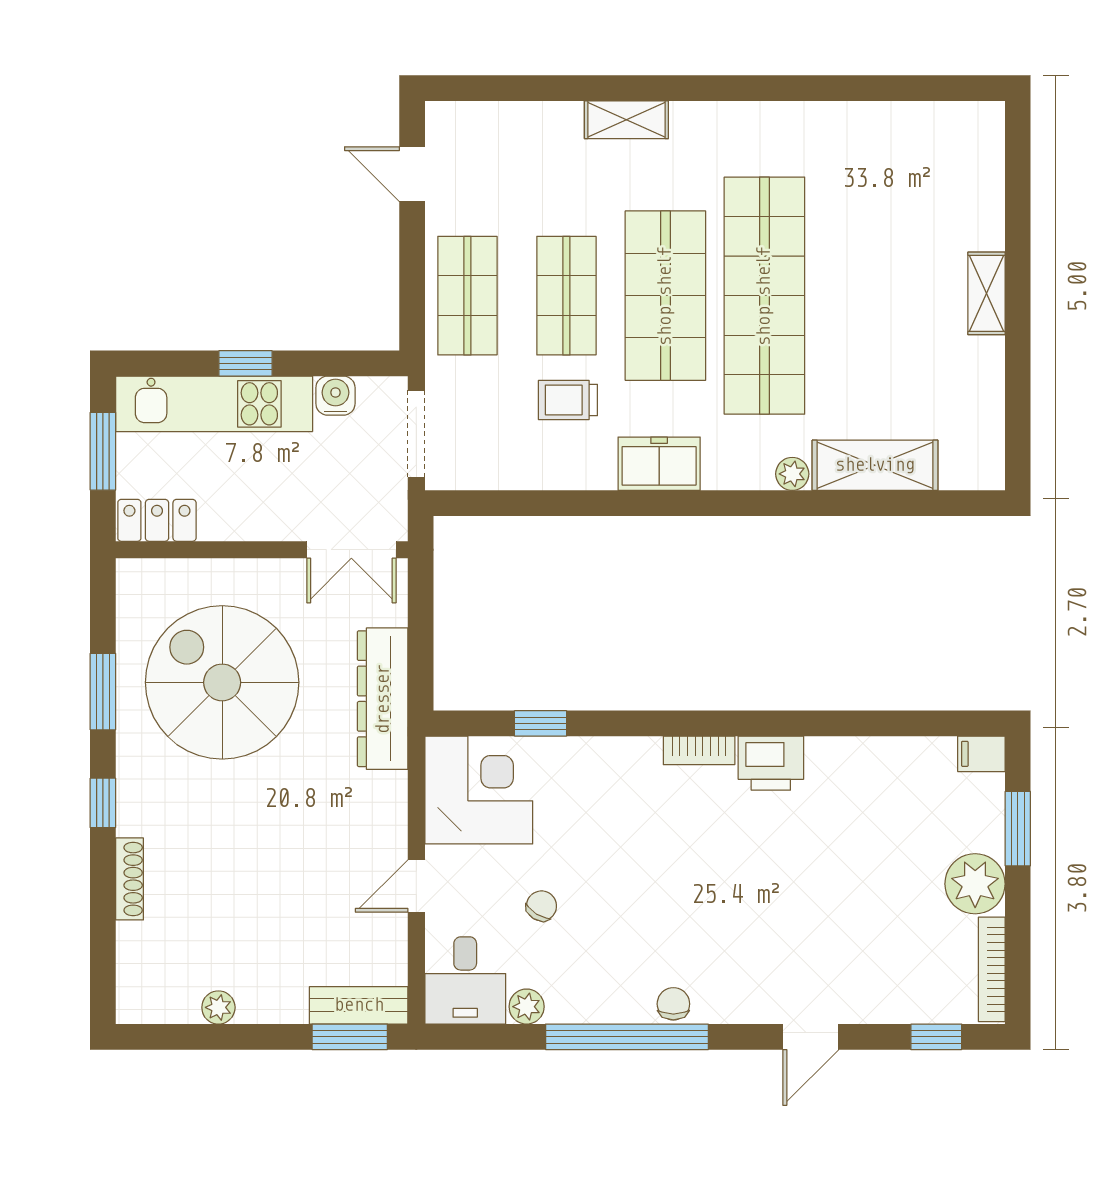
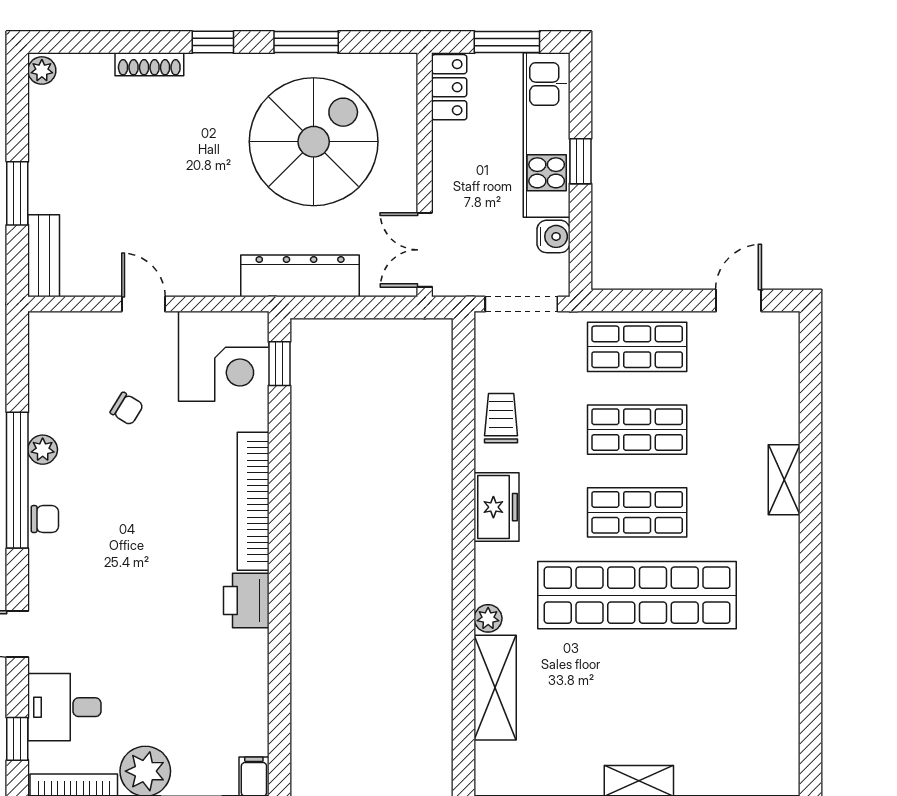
shop shelf: (665, 296) -> (637, 512), width x0.70, depth x0.74
trolley: (568, 400) -> (501, 418), moved
window: (540, 723) -> (279, 364), moved
bookcase: (699, 750) -> (253, 501), width x2.31, depth x1.31
desk: (465, 981) -> (64, 707), moved
plant: (218, 1007) -> (42, 71), moved
plant: (527, 1007) -> (43, 450), moved
window: (350, 1037) -> (17, 193), moved

